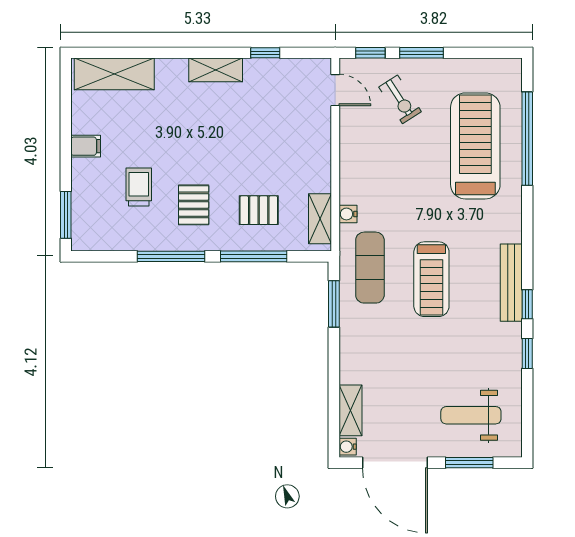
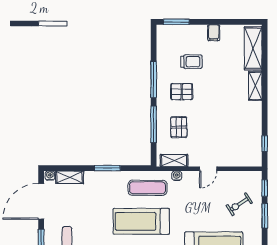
window: (265, 53) -> (265, 143), moved
shelving: (216, 70) -> (255, 86), moved
door: (335, 90) -> (208, 169), moved
treadmill: (431, 279) -> (141, 221), width x1.37, depth x1.38
window: (334, 304) -> (107, 168), moved

